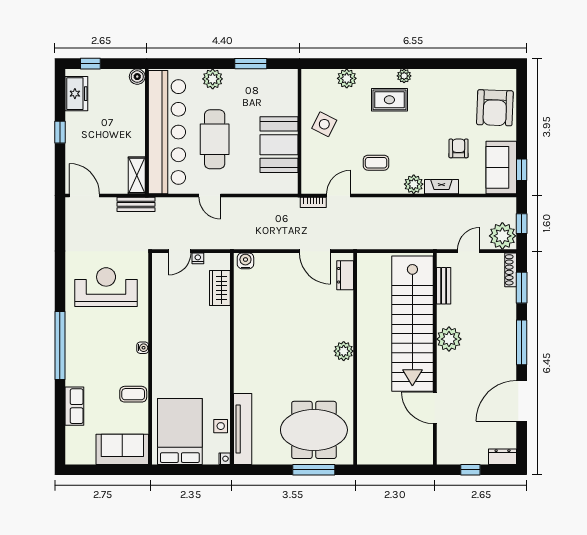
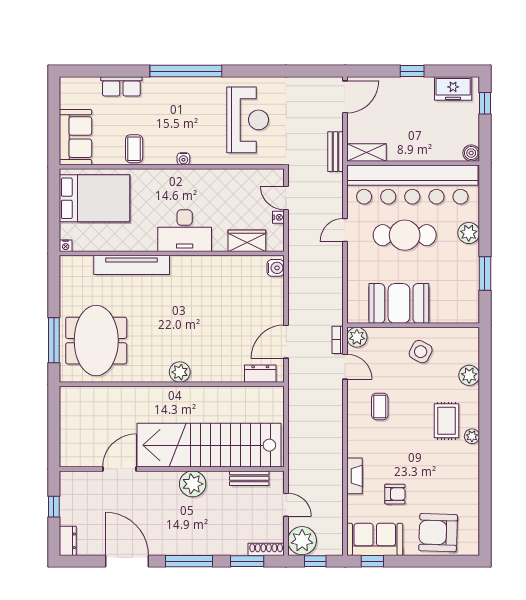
plant: (414, 184) -> (357, 337), moved
desk: (210, 347) -> (185, 231), added
side table: (221, 426) -> (100, 242), removed
tv unit: (243, 429) -> (132, 265), moved

